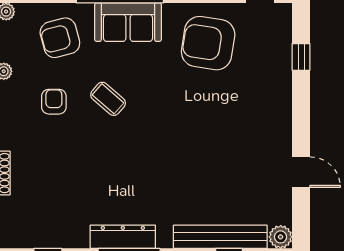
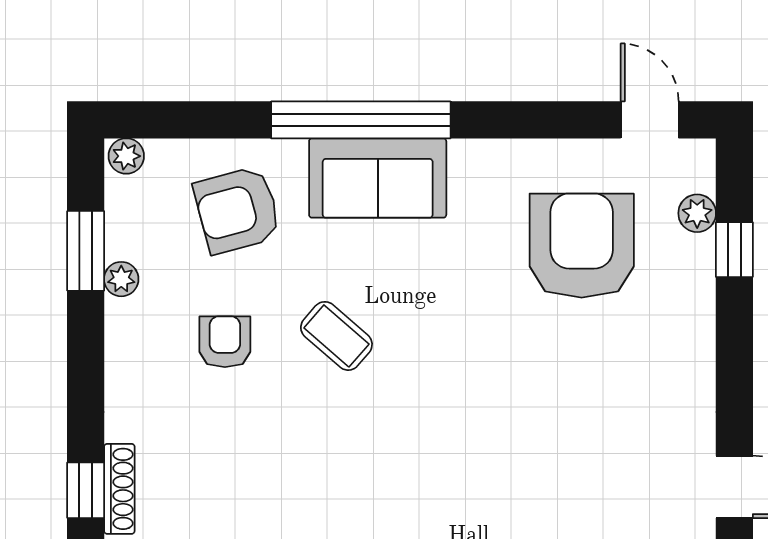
plant: (283, 39) -> (697, 213), added
armchair: (208, 43) -> (582, 246), moved, turned 81

